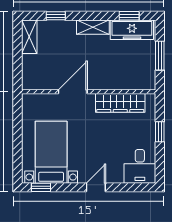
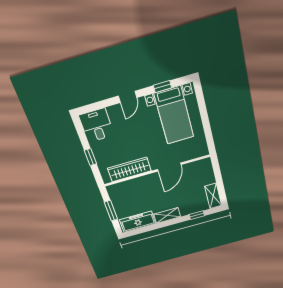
window: (129, 16) -> (143, 230), removed
window: (41, 187) -> (162, 87), moved

